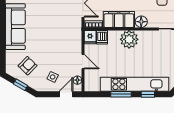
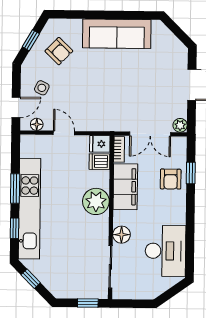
floor lamp: (141, 22) -> (122, 235), moved
door: (83, 62) -> (64, 133), swing flipped
door: (66, 94) -> (16, 107), hinge flipped

